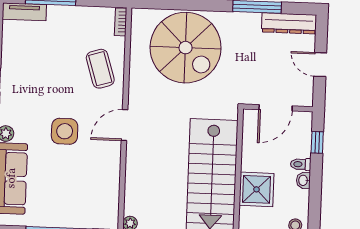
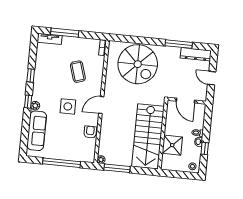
coffee table: (100, 69) -> (78, 72), moved
door: (276, 108) -> (186, 101), hinge flipped
window: (317, 142) -> (205, 148), moved
armchair: (108, 175) -> (90, 132), added

